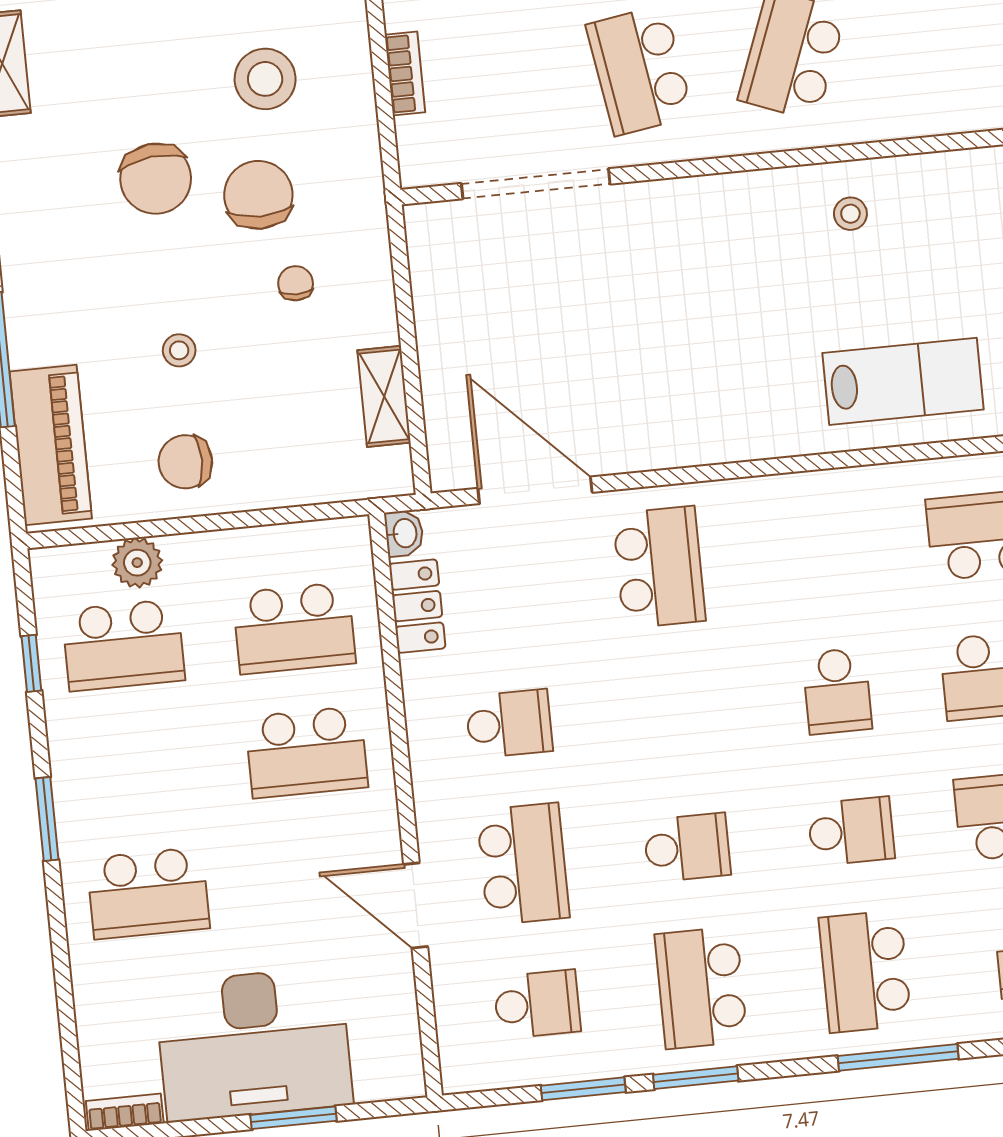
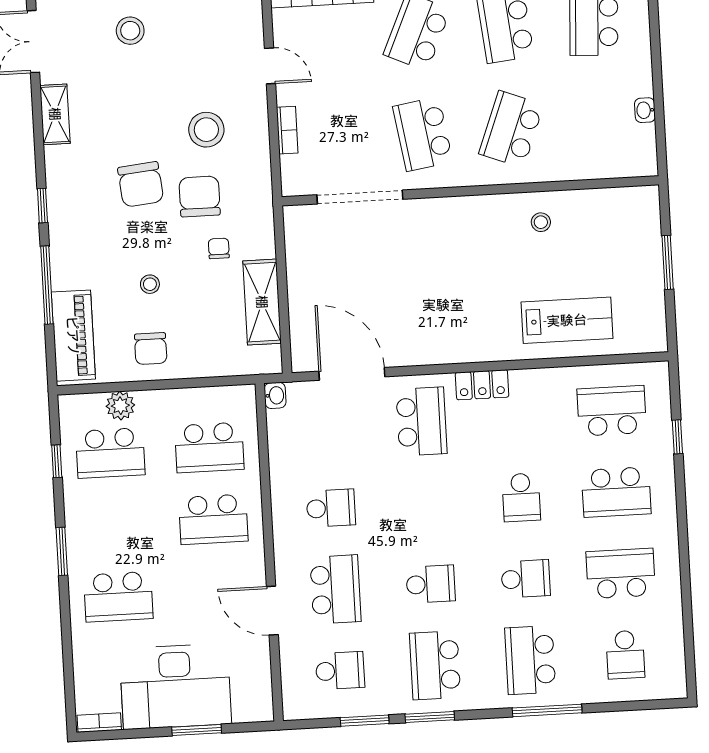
shelving: (384, 396) -> (262, 302), width x1.50, depth x1.33
chair: (185, 462) -> (151, 349), turned -90
locker: (417, 606) -> (482, 385), moved, turned 90

